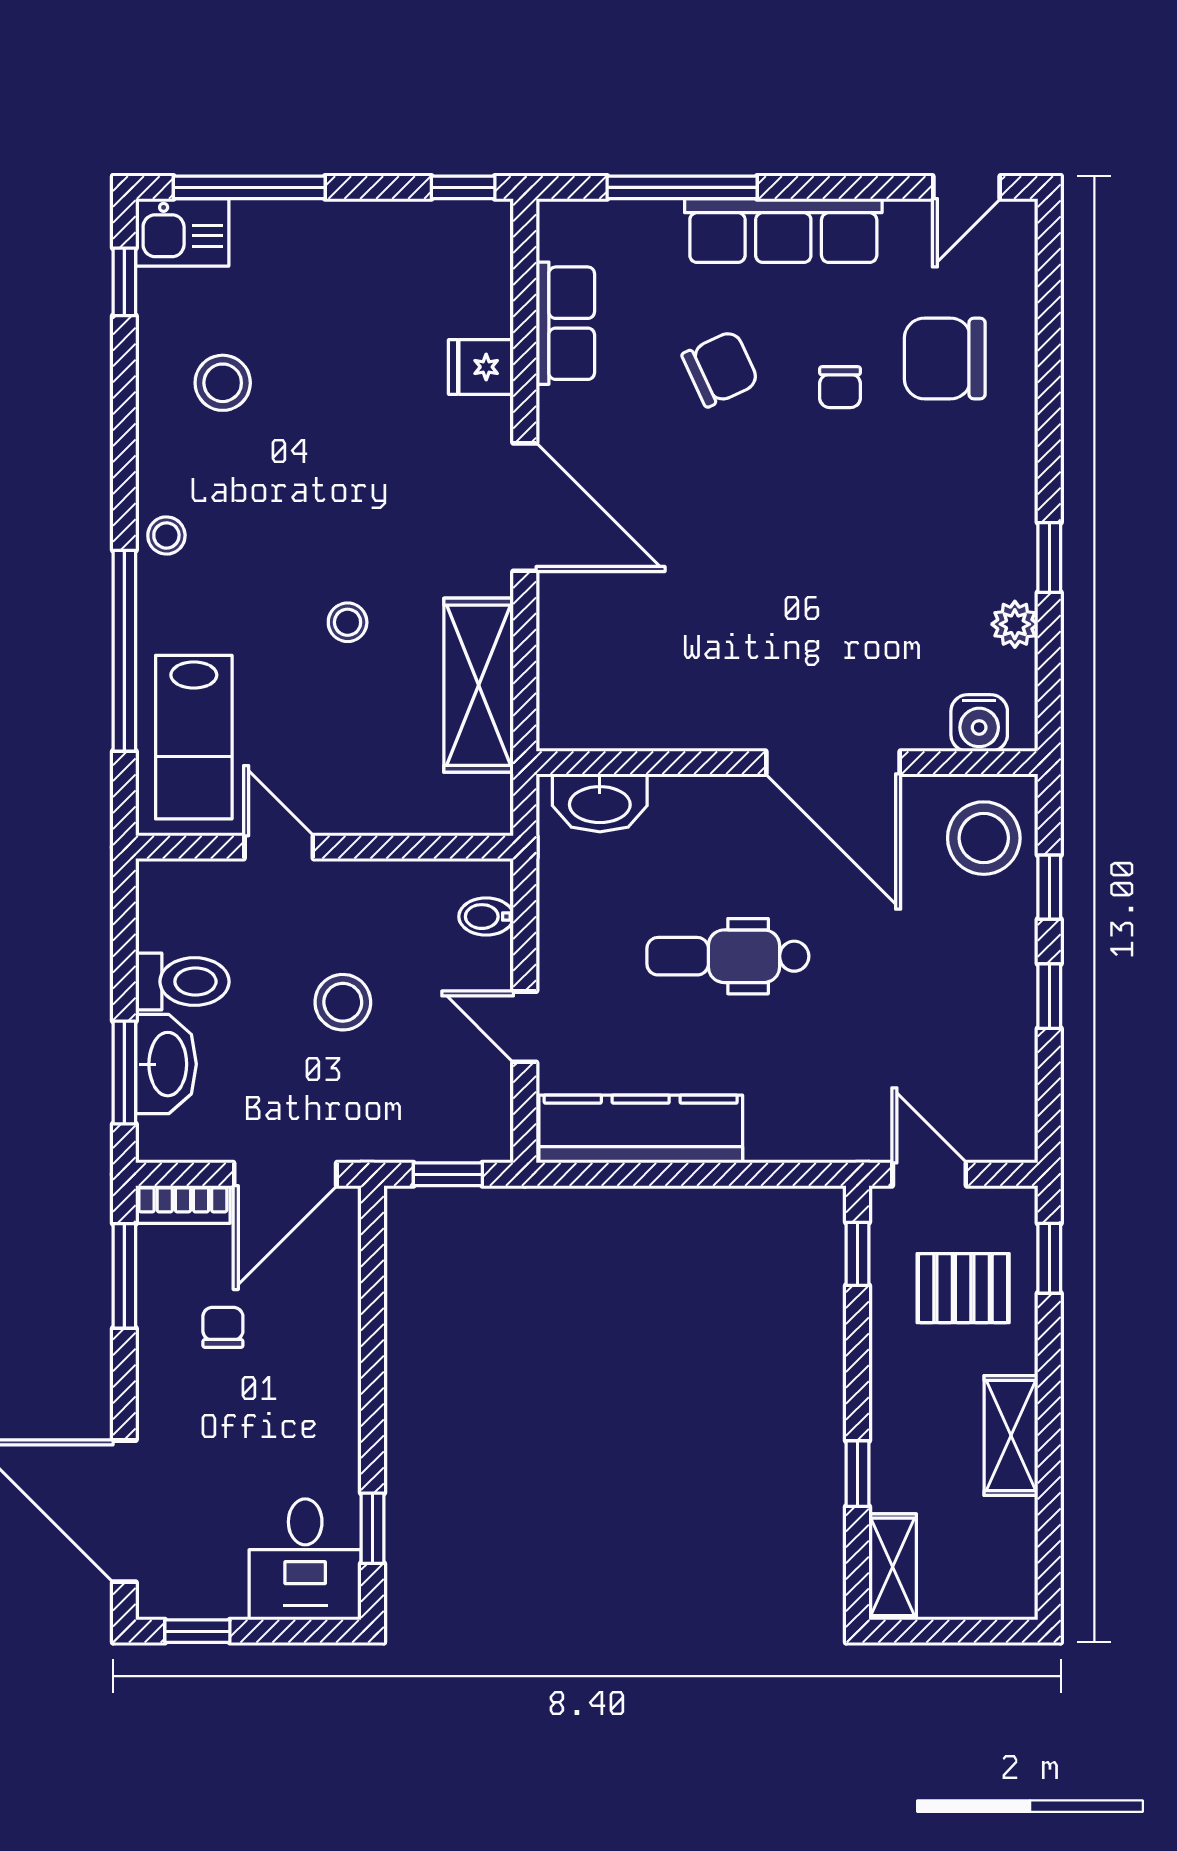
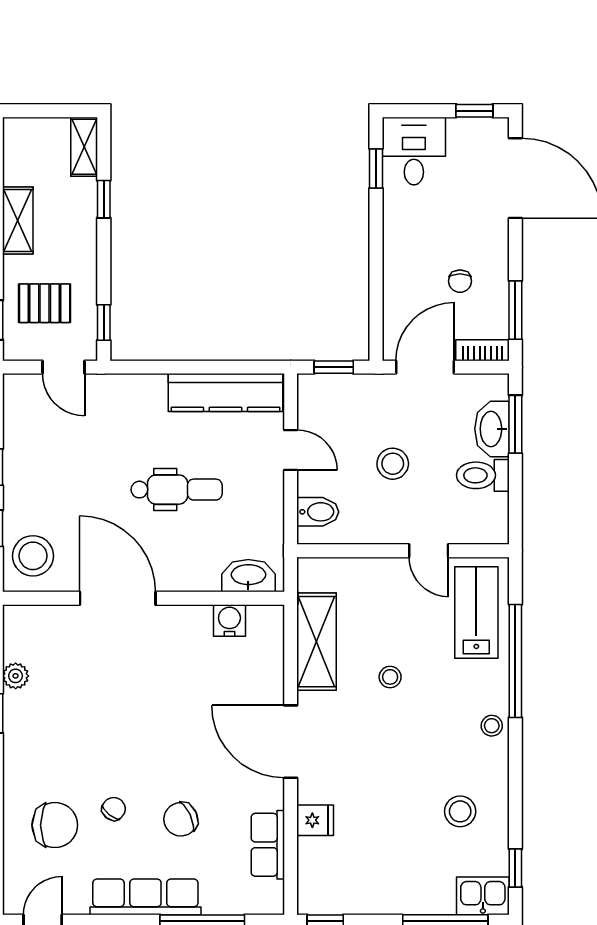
chair: (840, 387) -> (114, 809), turned 38
water cooler: (979, 723) -> (229, 620), moved
bidet: (486, 917) -> (318, 512), width x1.38, depth x1.36

